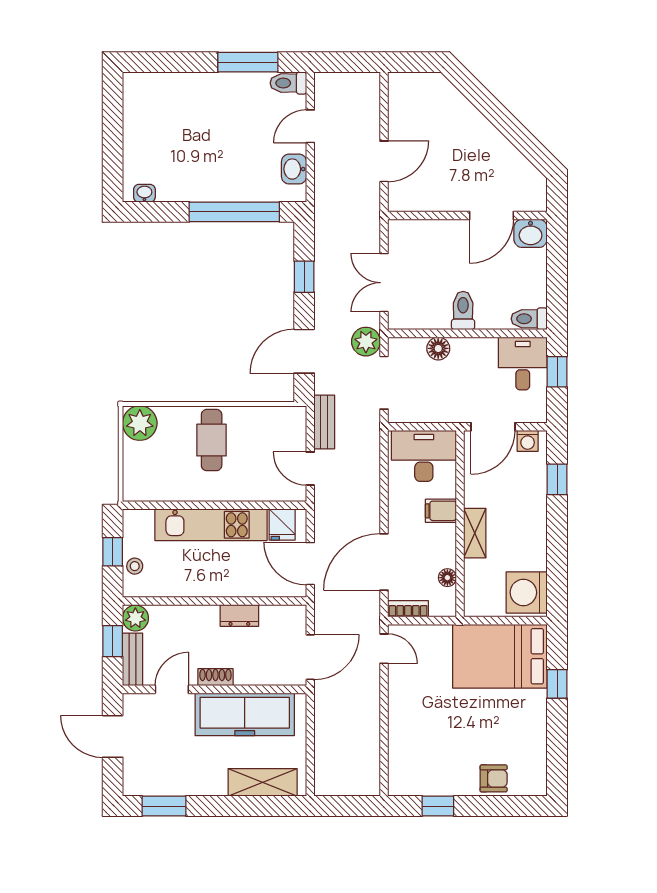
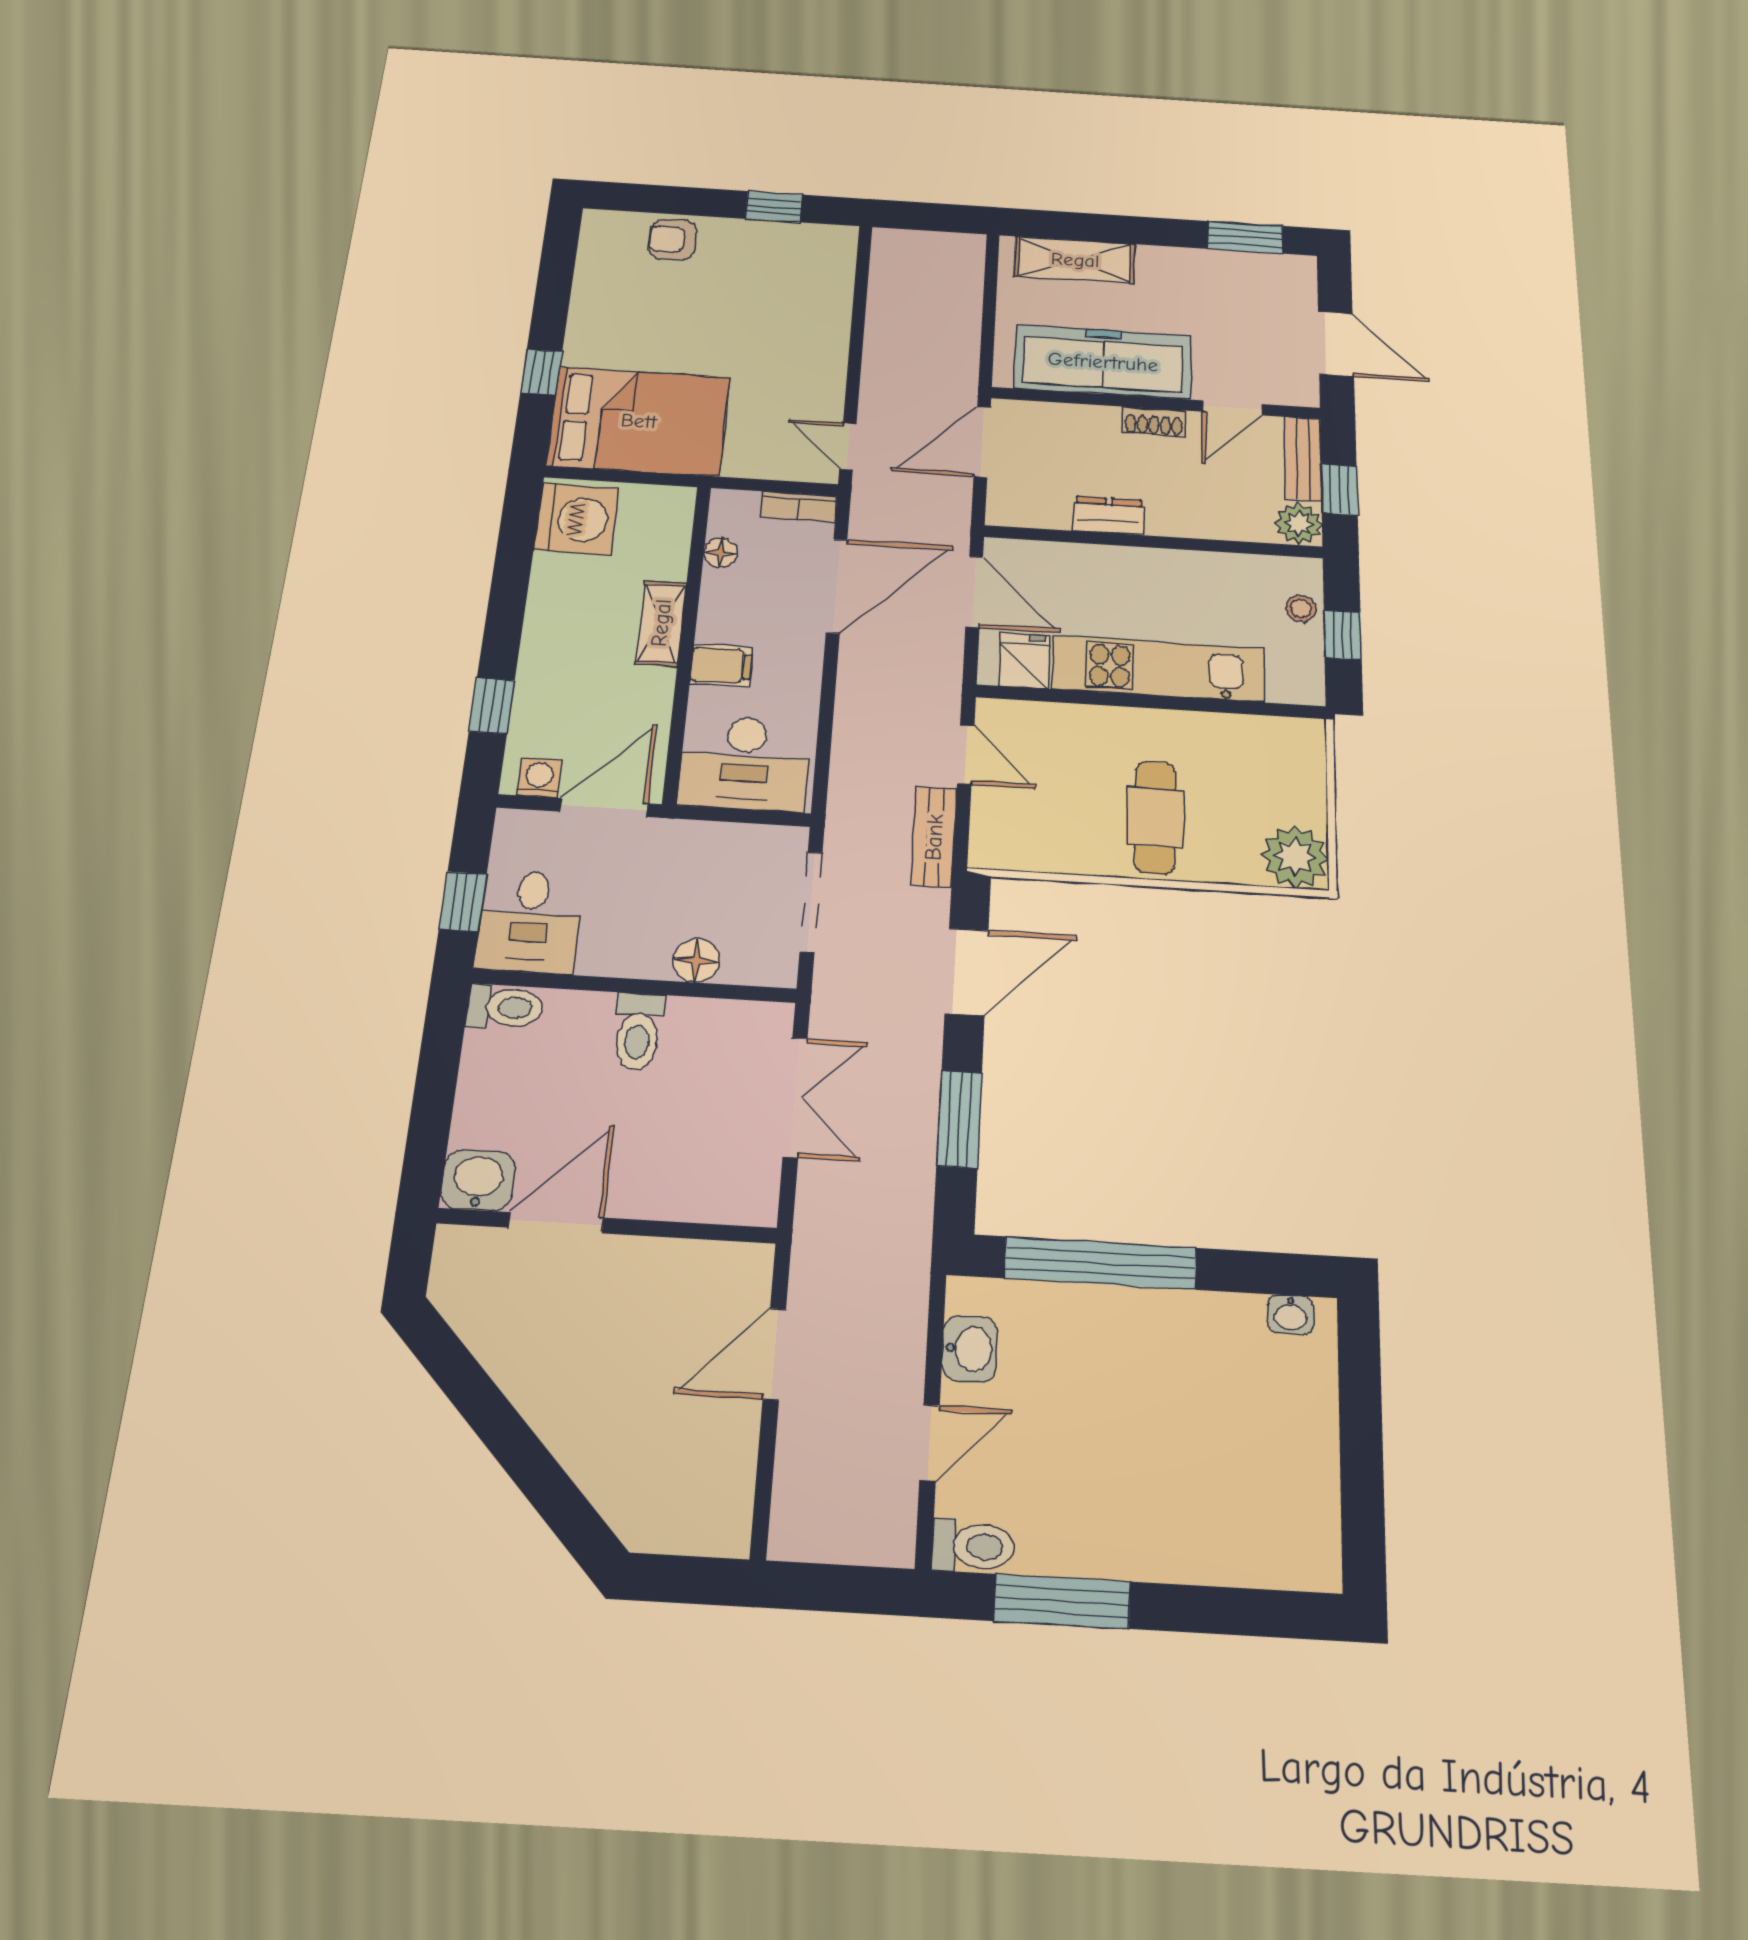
window: (304, 277) -> (959, 1119), width x1.50
plant: (366, 342) -> (841, 983), removed

